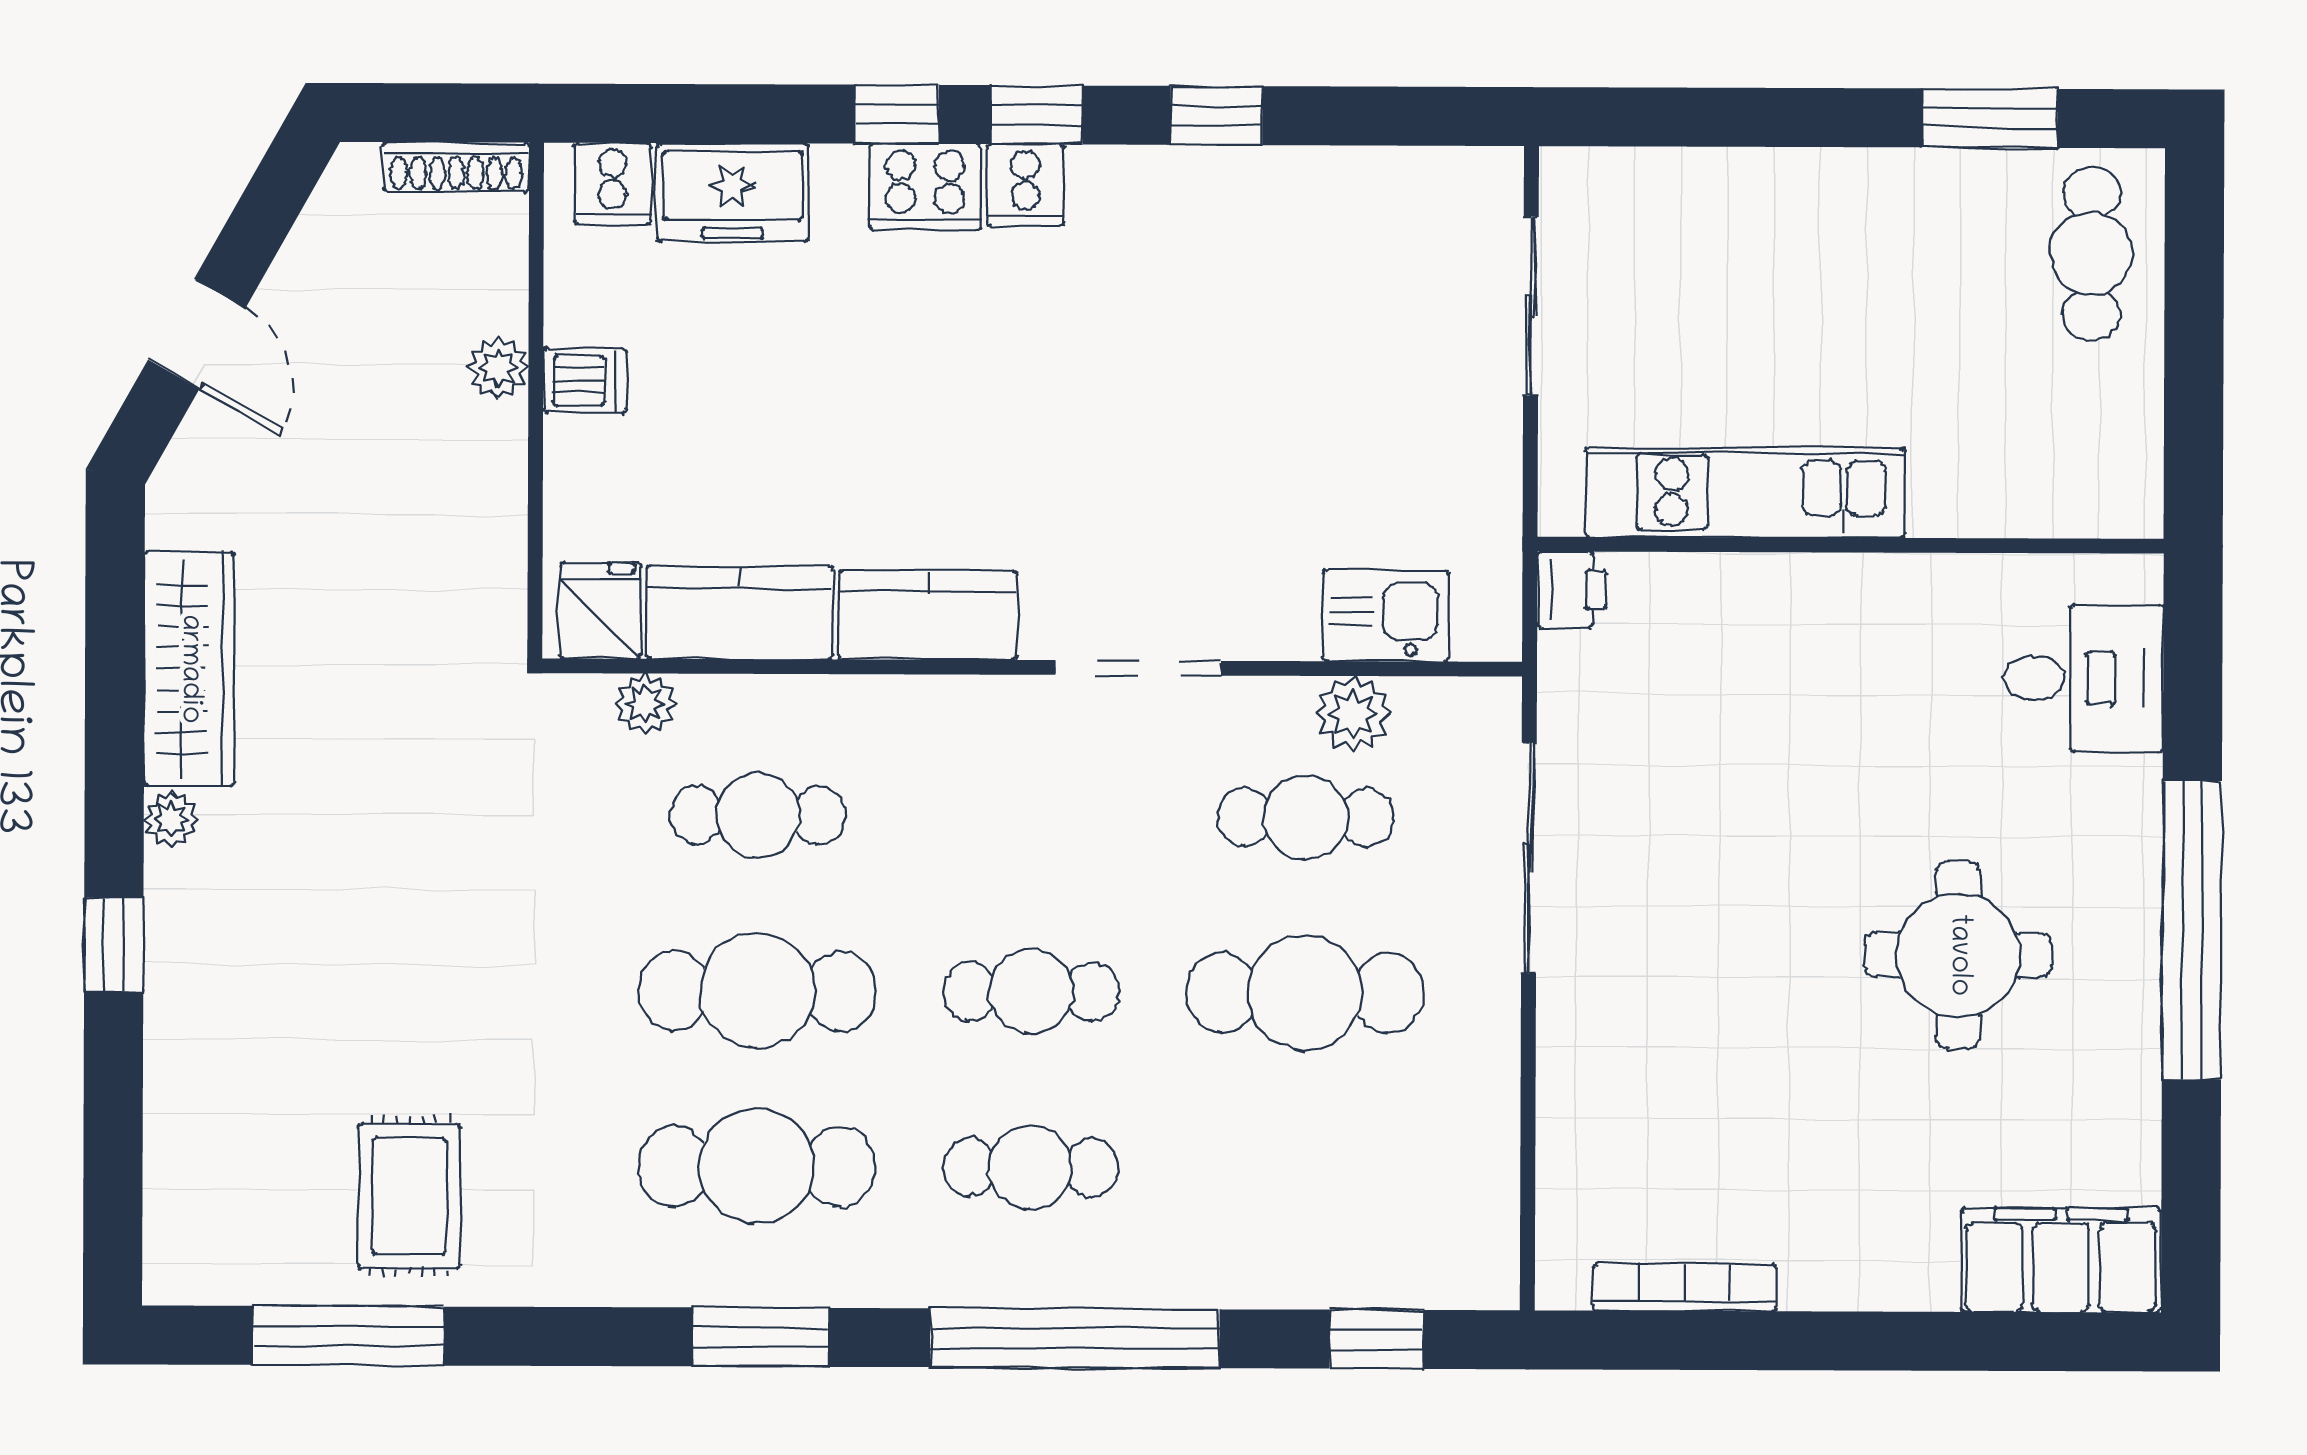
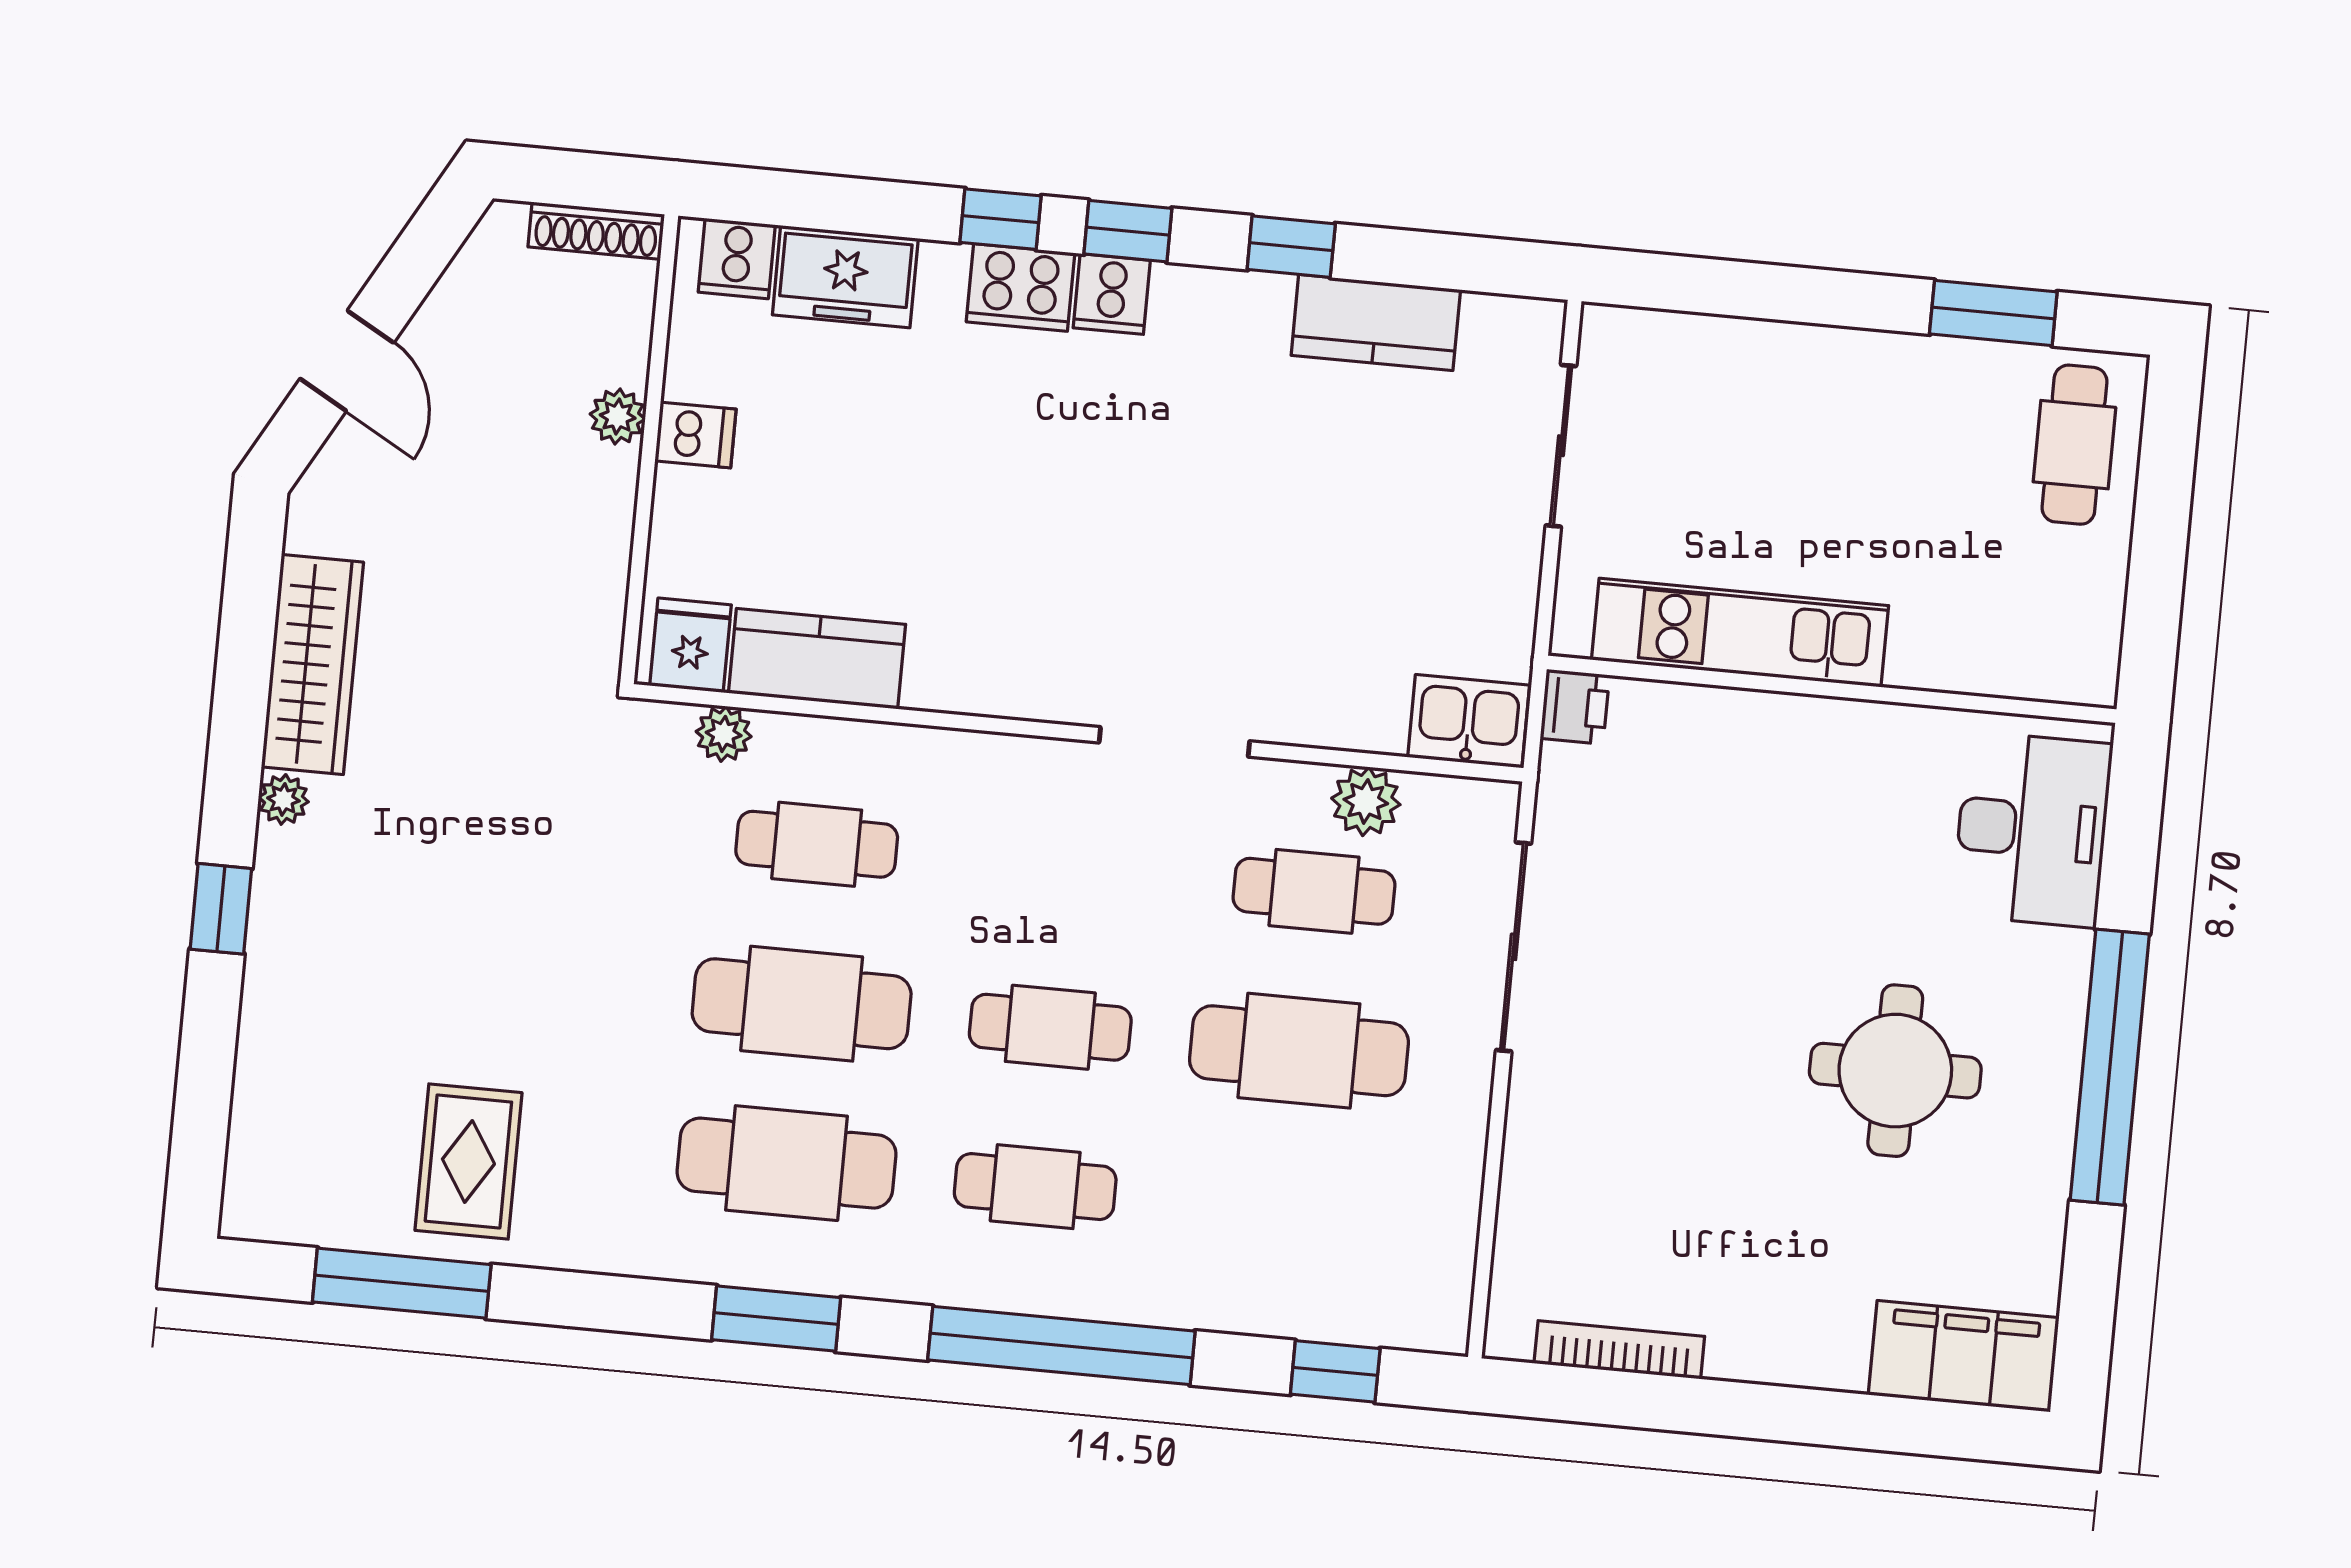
kitchen counter: (928, 615) -> (1376, 322), moved, turned 180
kitchen sink: (1385, 616) -> (1469, 721), moved
desk: (2083, 678) -> (2032, 829), width x1.37

